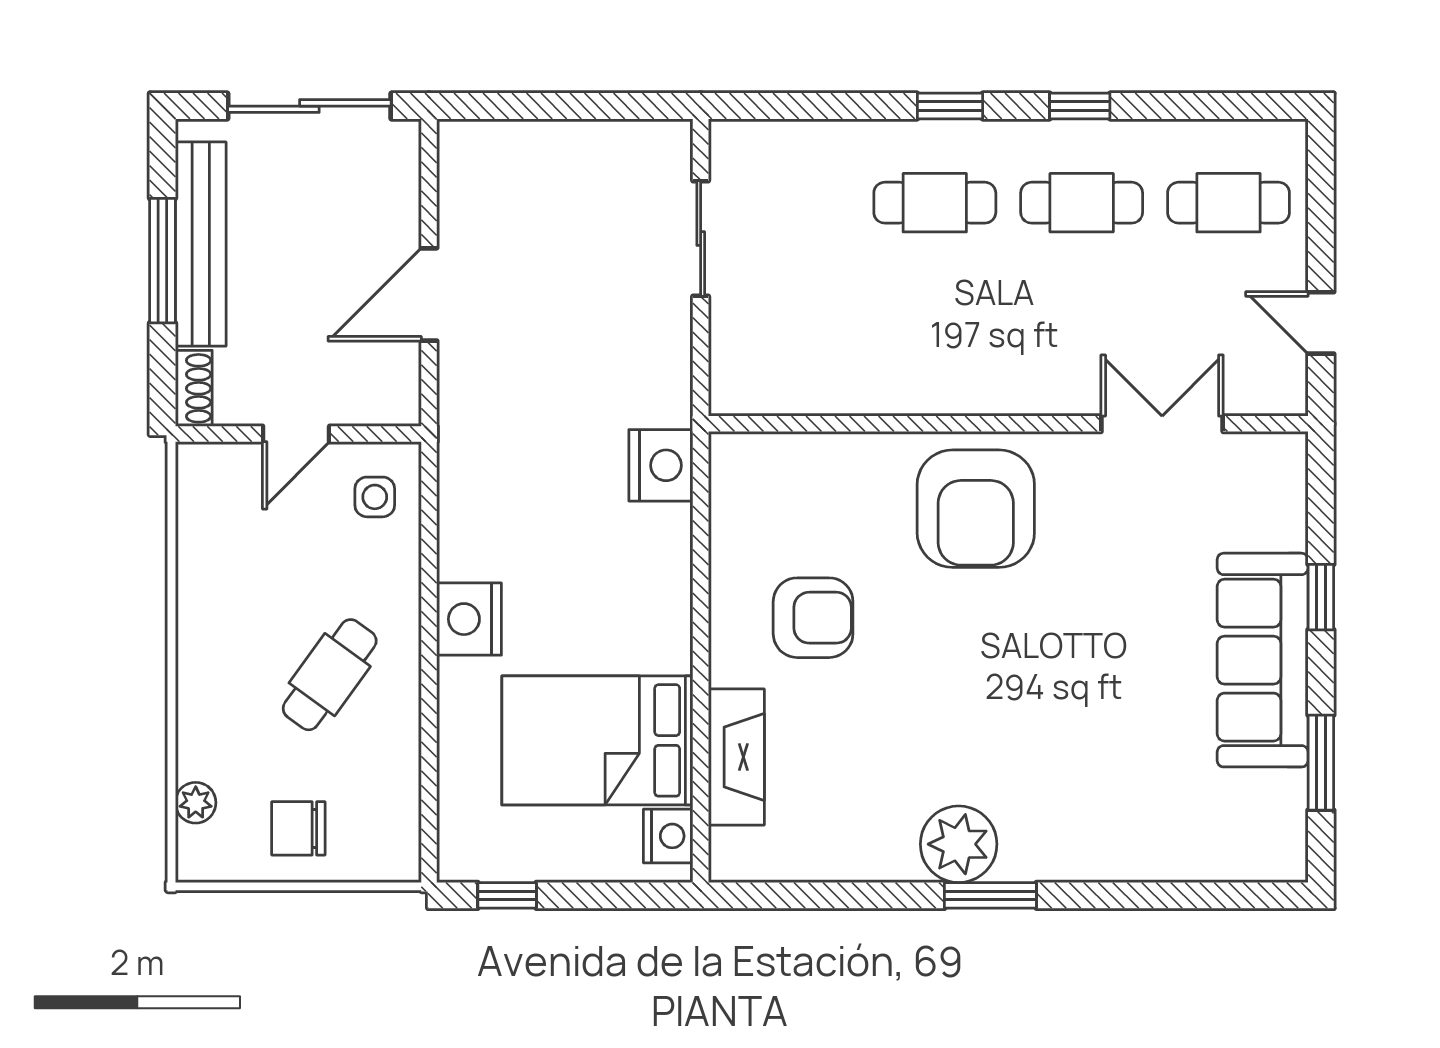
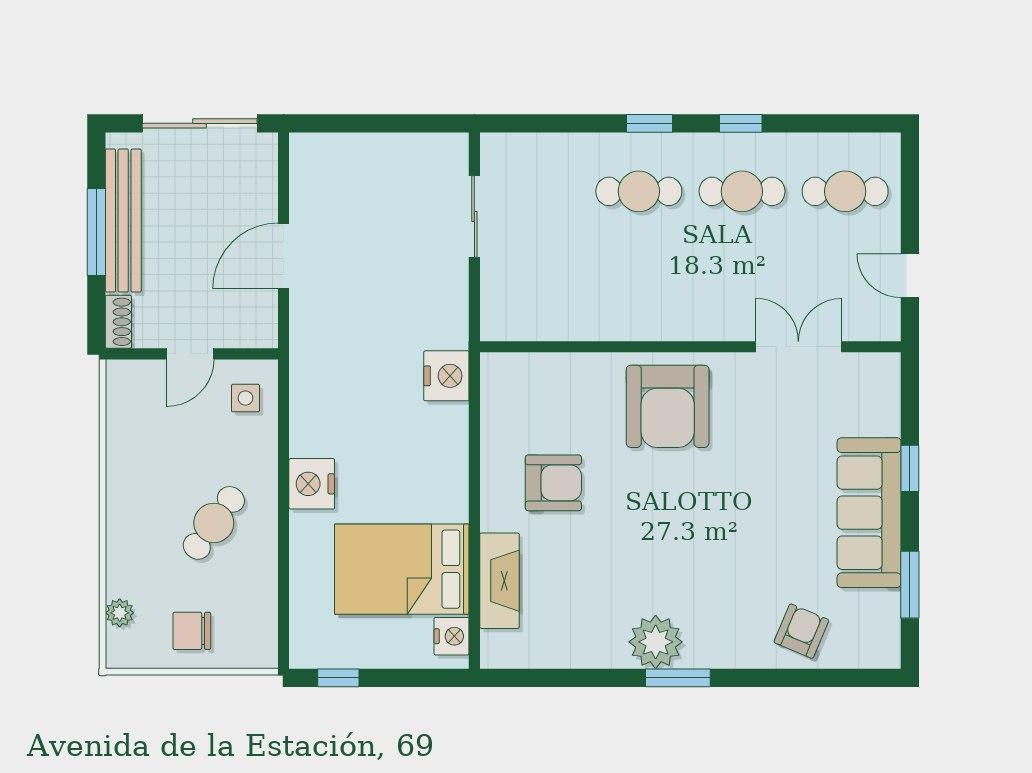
armchair: (1166, 829) -> (801, 631), added

